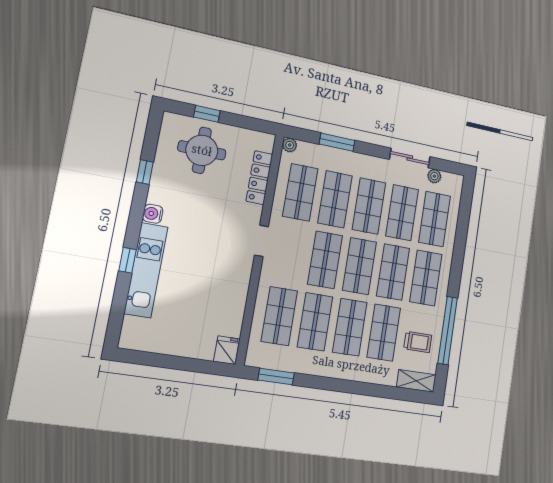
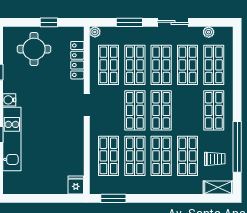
window: (207, 114) -> (49, 22), moved
sliding door: (410, 158) -> (173, 22), moved
shop shelf: (393, 272) -> (187, 110), removed

